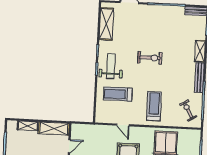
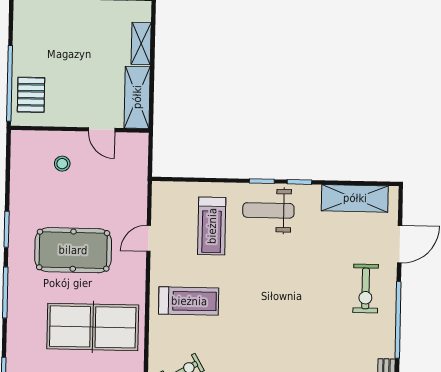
exercise bike: (150, 58) -> (366, 288), moved
weight bench: (111, 66) -> (268, 210), turned 180
treadmill: (118, 94) -> (212, 226), turned 180

